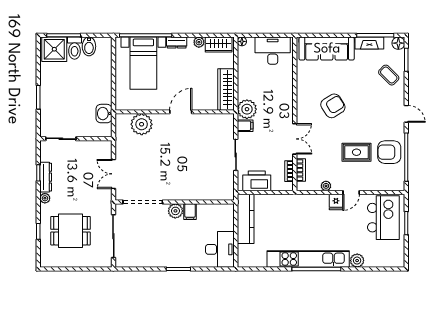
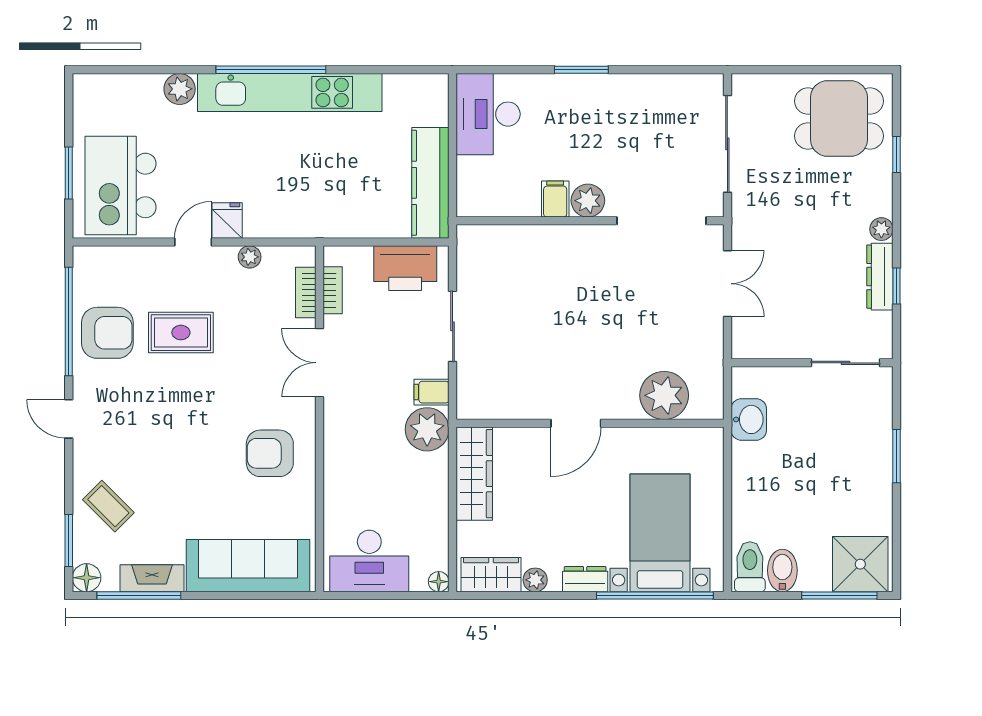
toilet: (75, 48) -> (750, 567), moved
armchair: (333, 106) -> (270, 453), moved, turned 32
dining table: (71, 231) -> (839, 118), moved

